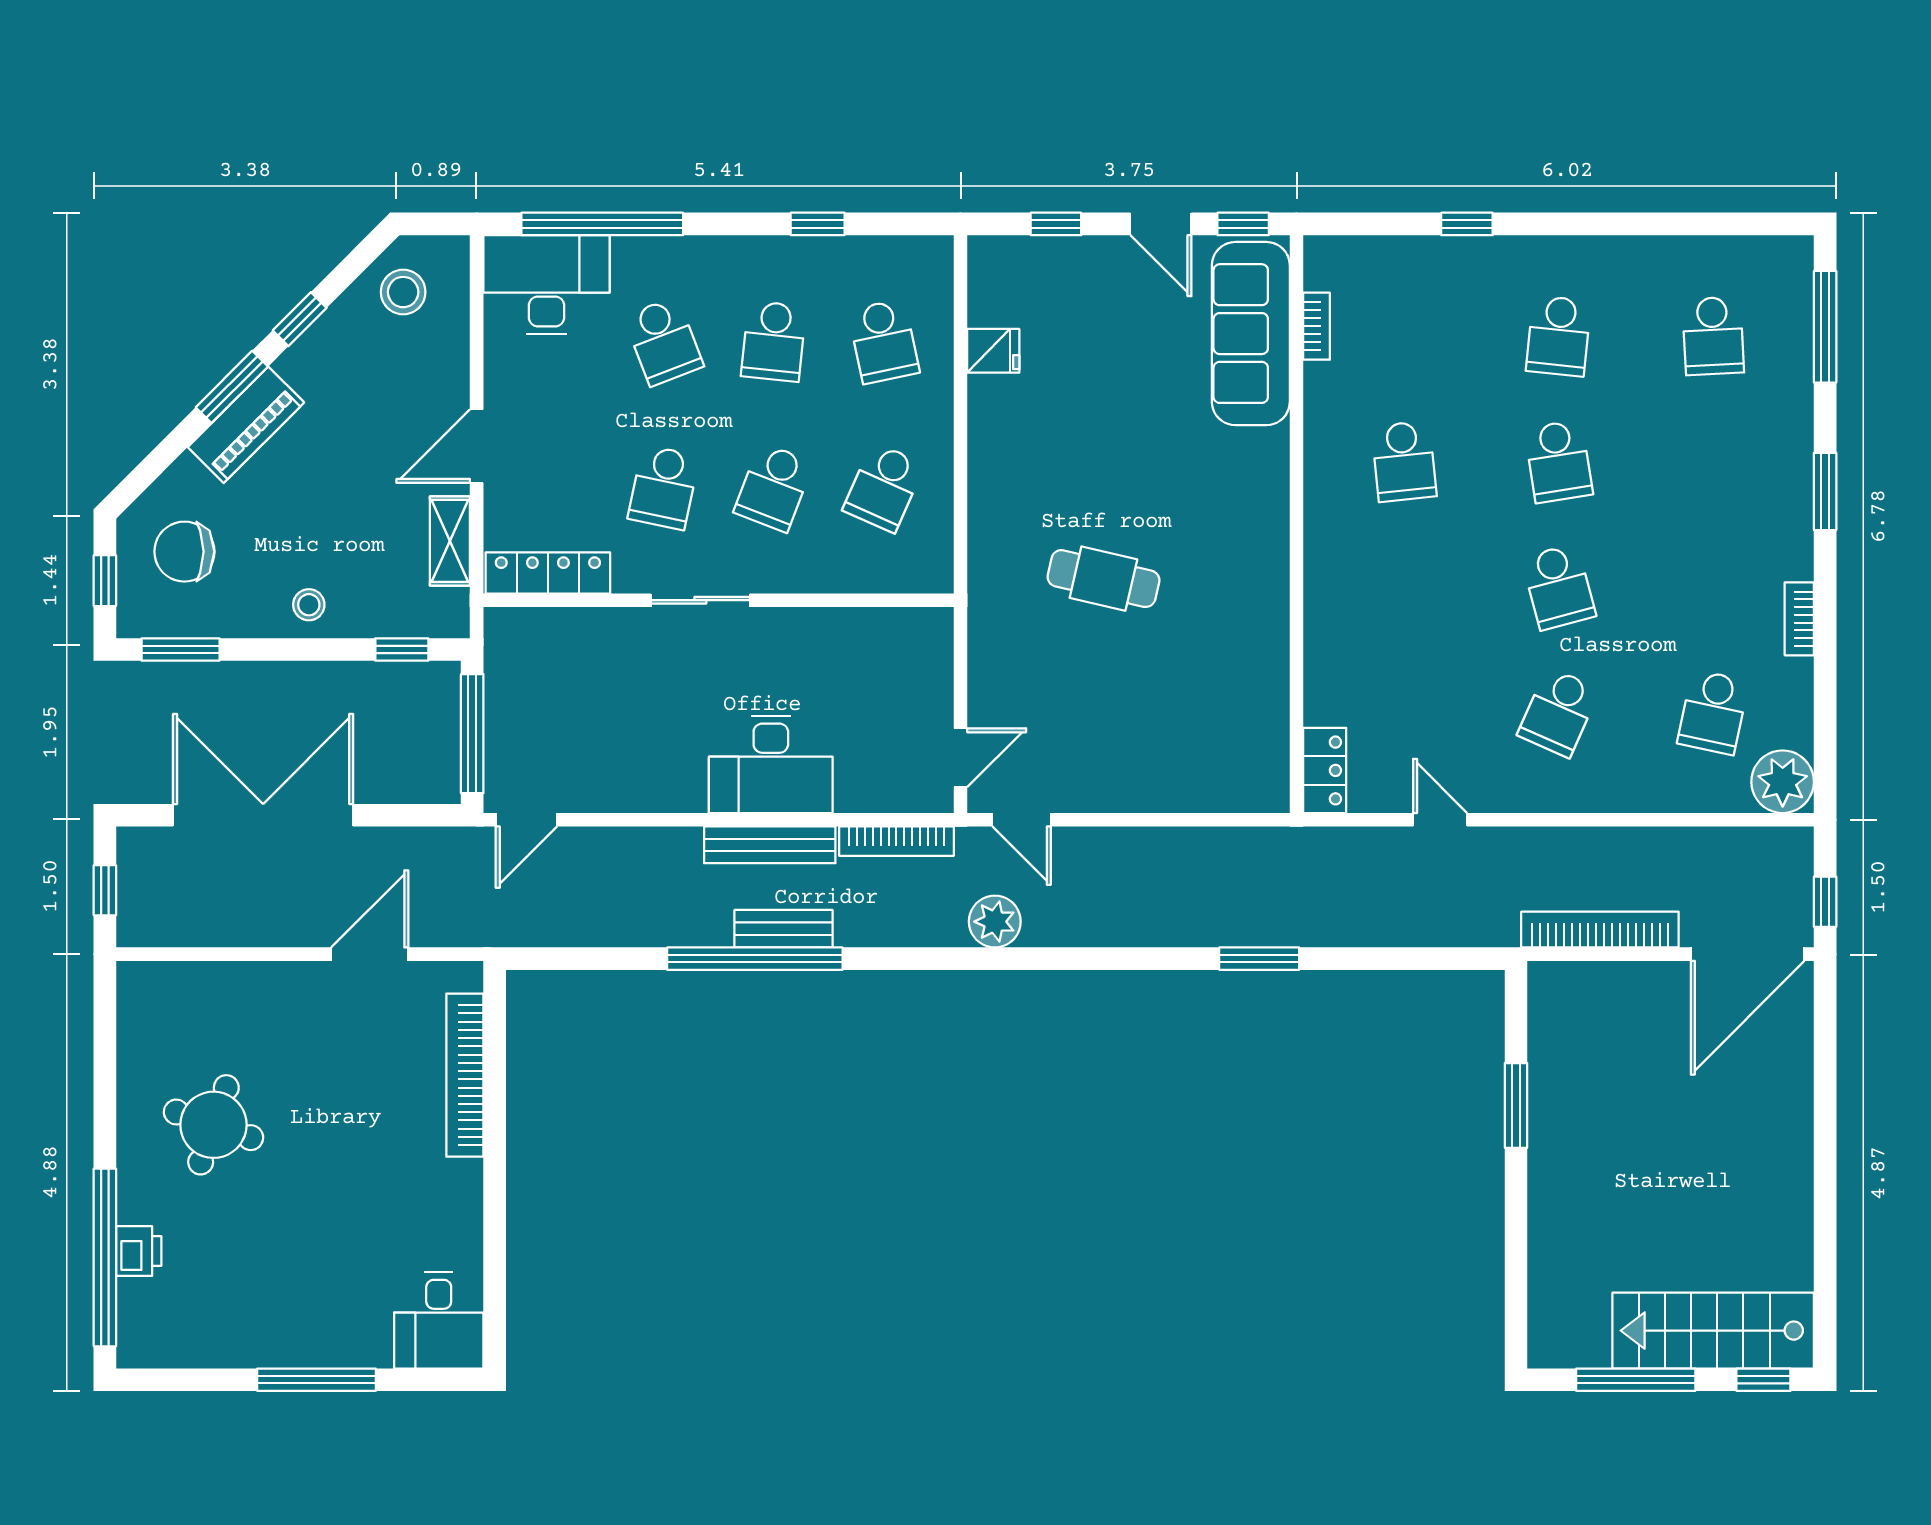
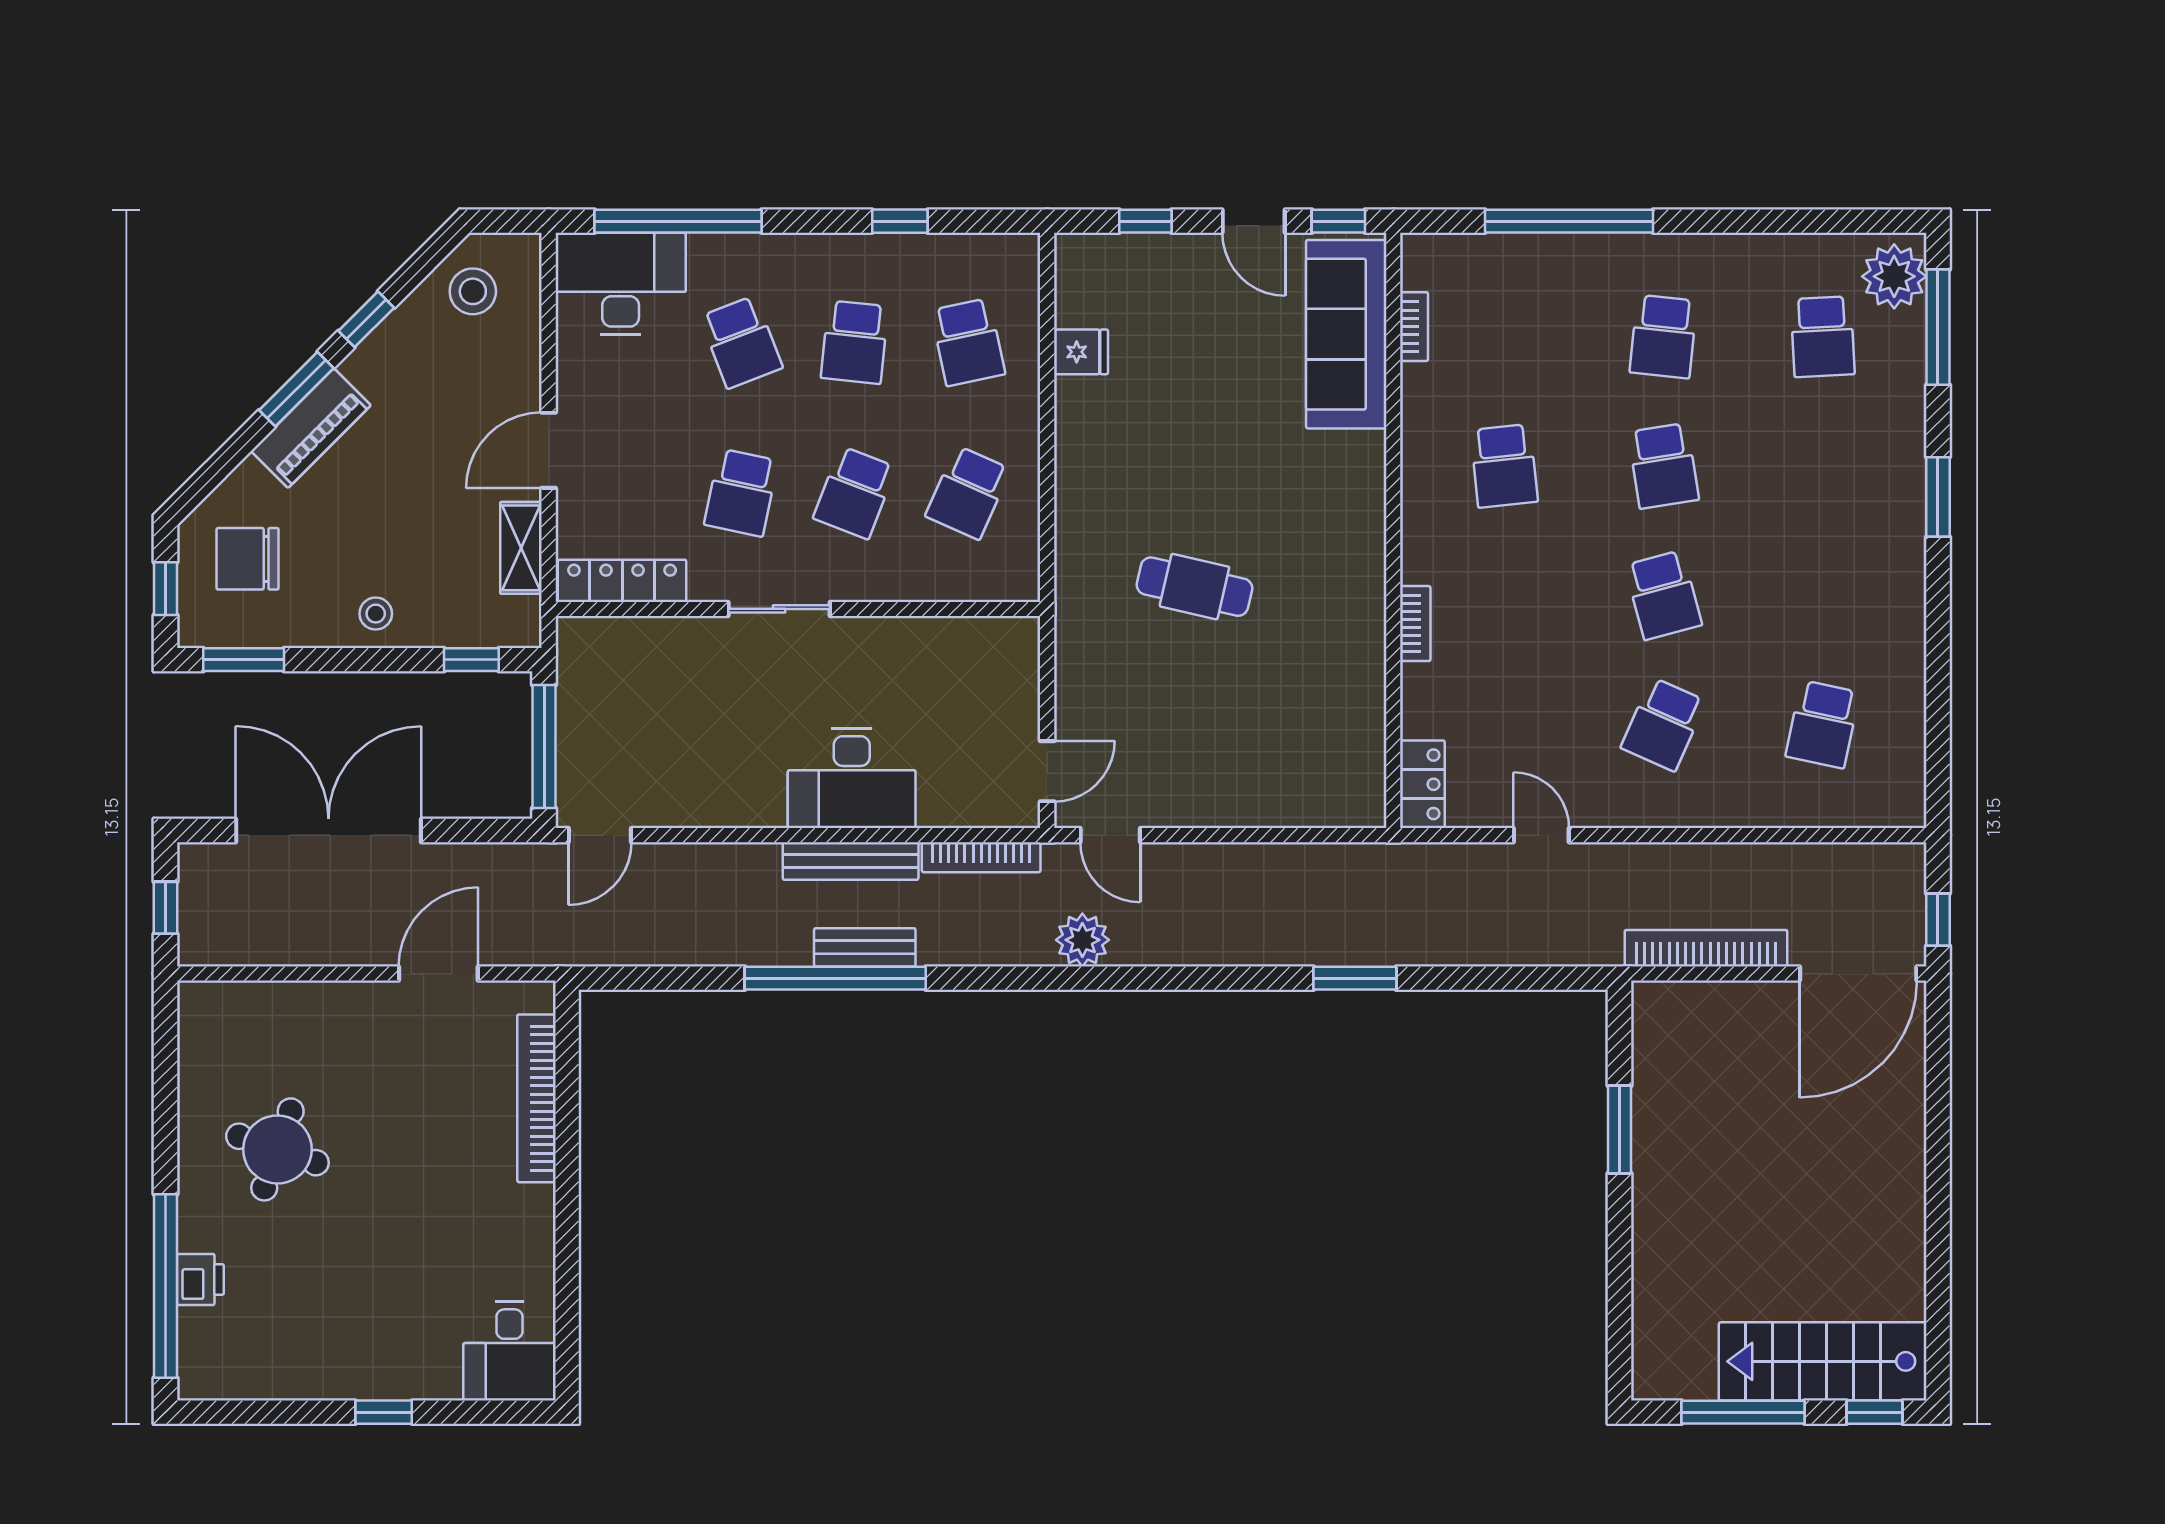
window: (1467, 224) -> (1569, 221), width x3.17
bookcase: (1799, 619) -> (1415, 624), moved, turned 180
plant: (1783, 782) -> (1894, 276), moved
window: (316, 1380) -> (384, 1412), width x0.46

